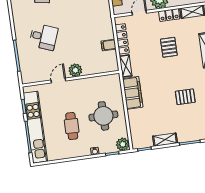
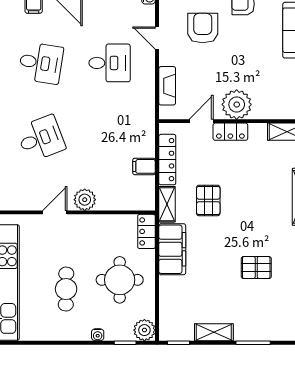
locker: (169, 15) -> (230, 132), moved
desk: (43, 37) -> (41, 138), turned -42
pallet: (169, 47) -> (208, 200), moved
locker: (116, 84) -> (147, 231), added

